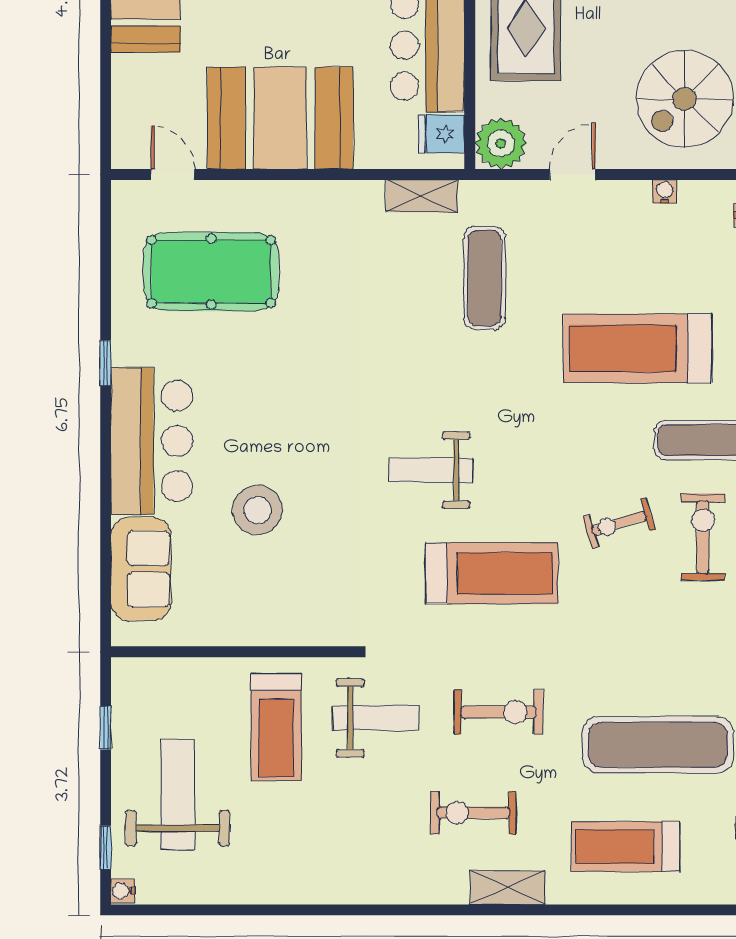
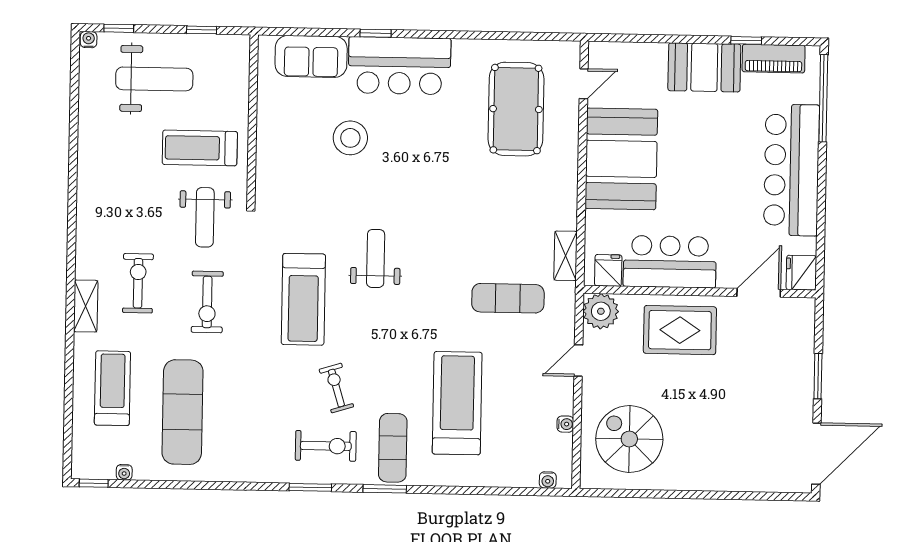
door: (573, 175) -> (578, 361), swing flipped
window: (106, 363) -> (376, 33), moved

